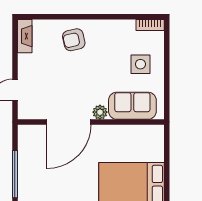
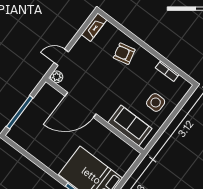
bookcase: (150, 25) -> (167, 71), moved
plant: (100, 112) -> (57, 77), moved

